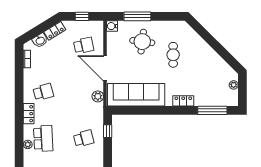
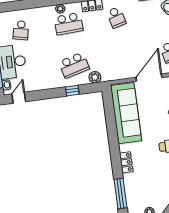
plant: (98, 96) -> (95, 77), moved
window: (108, 131) -> (72, 91), moved
school desk: (84, 138) -> (74, 65), width x1.85

